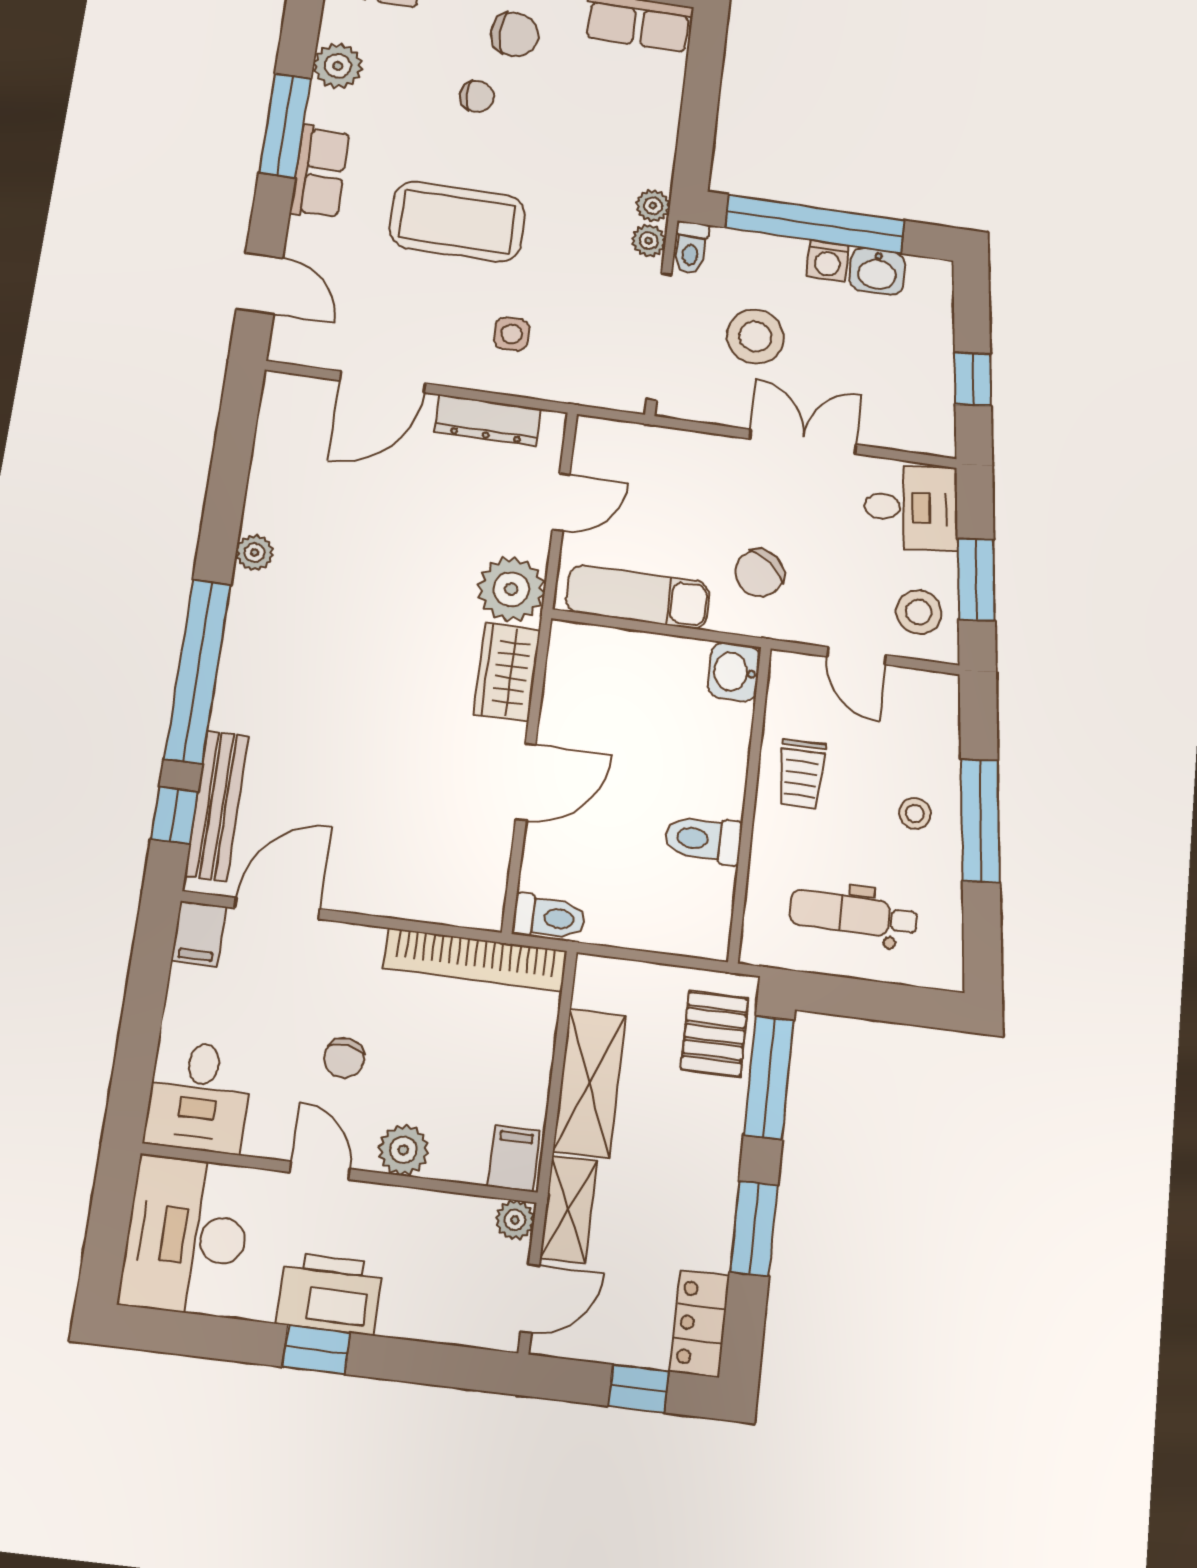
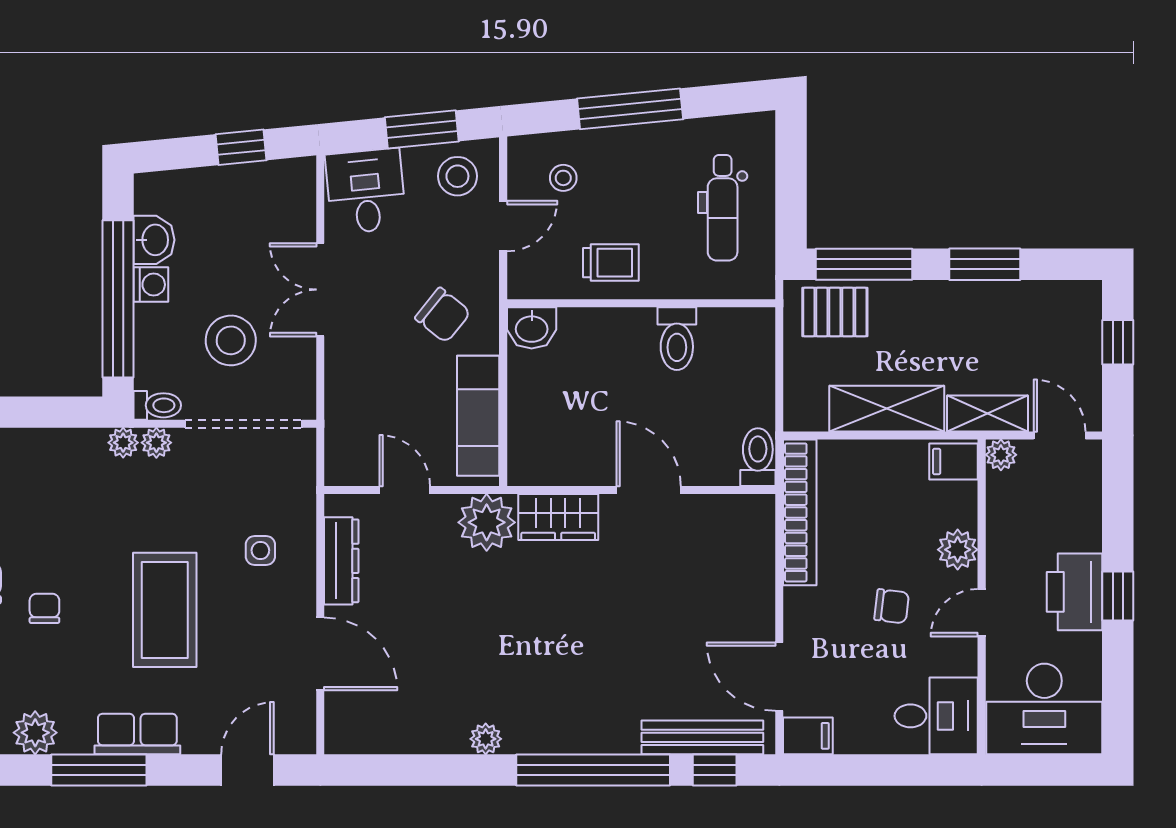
stool: (915, 813) -> (563, 178), moved
locker: (700, 1324) -> (1063, 300), removed

